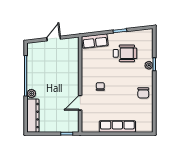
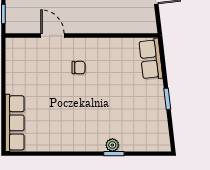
wheelchair: (125, 53) -> (131, 107), removed
chair: (143, 93) -> (68, 136), removed
row of seats: (117, 126) -> (15, 123), moved

